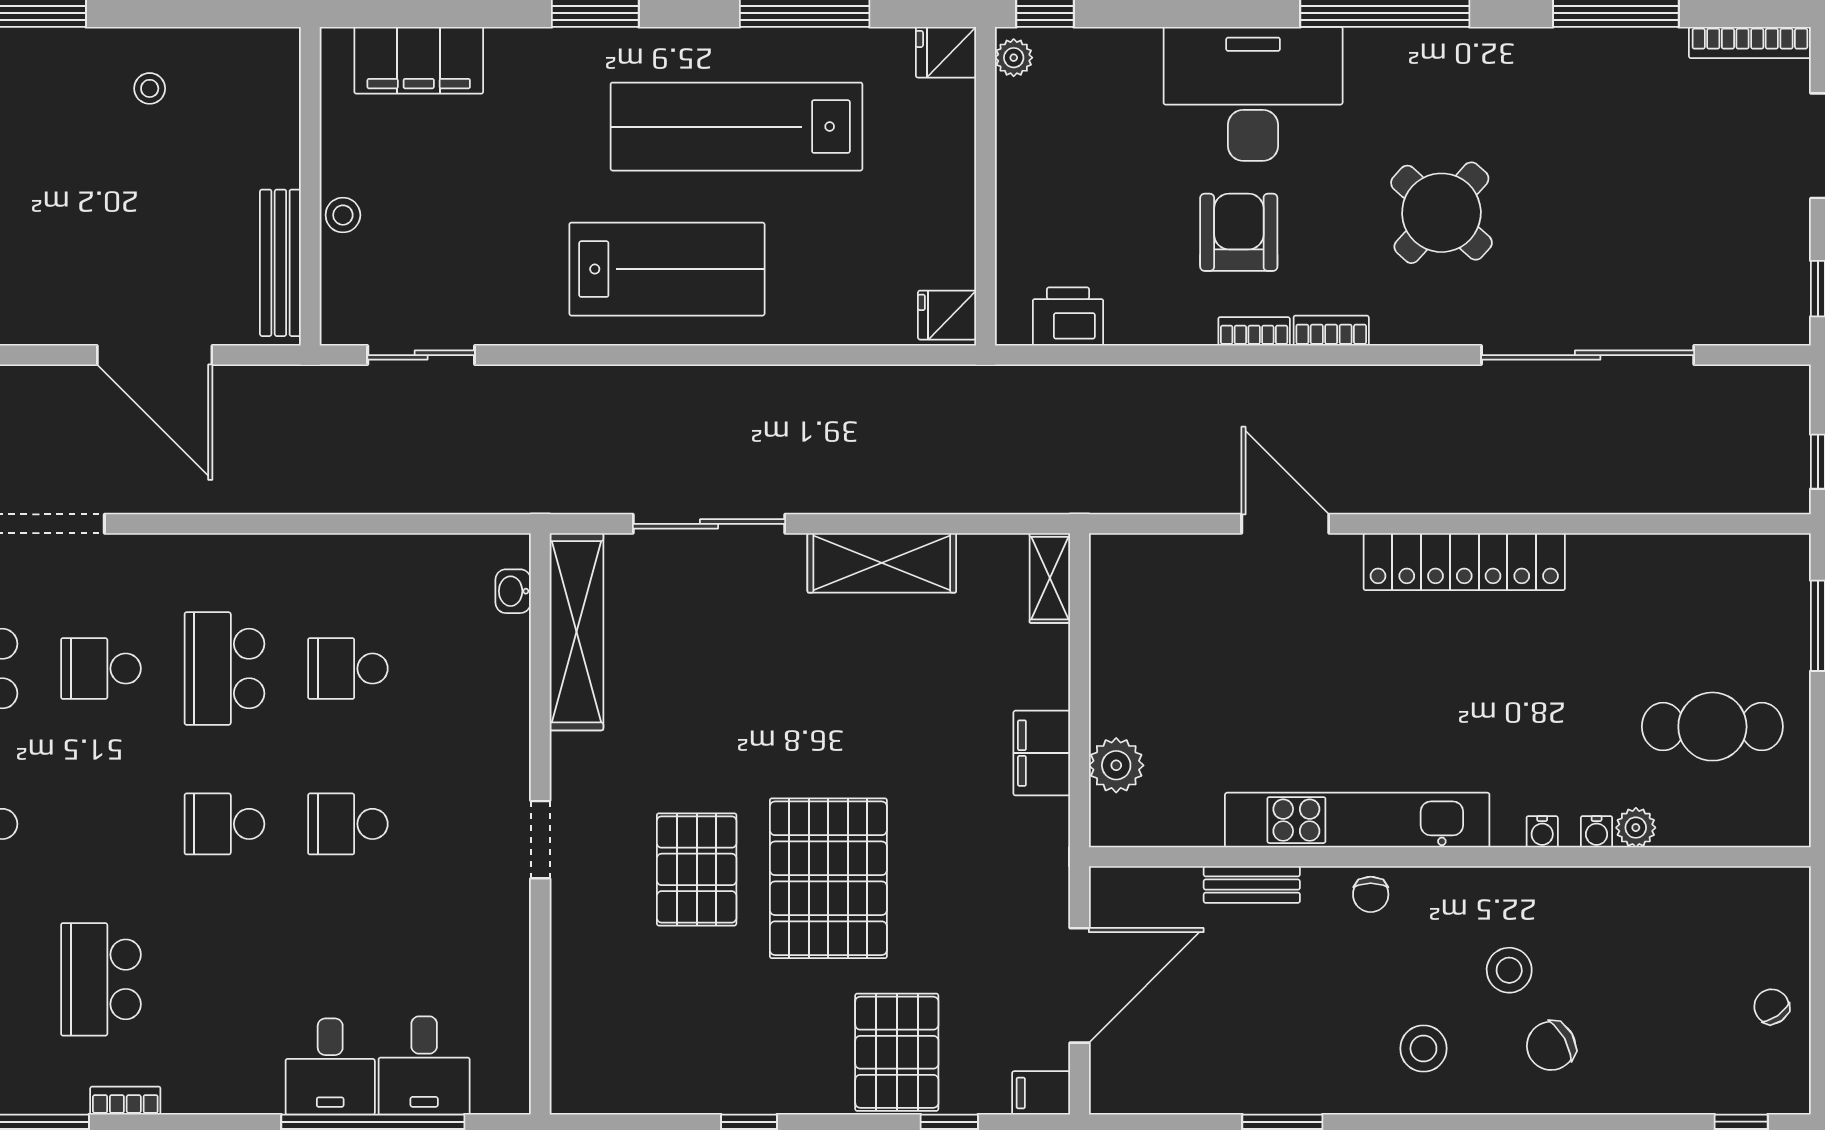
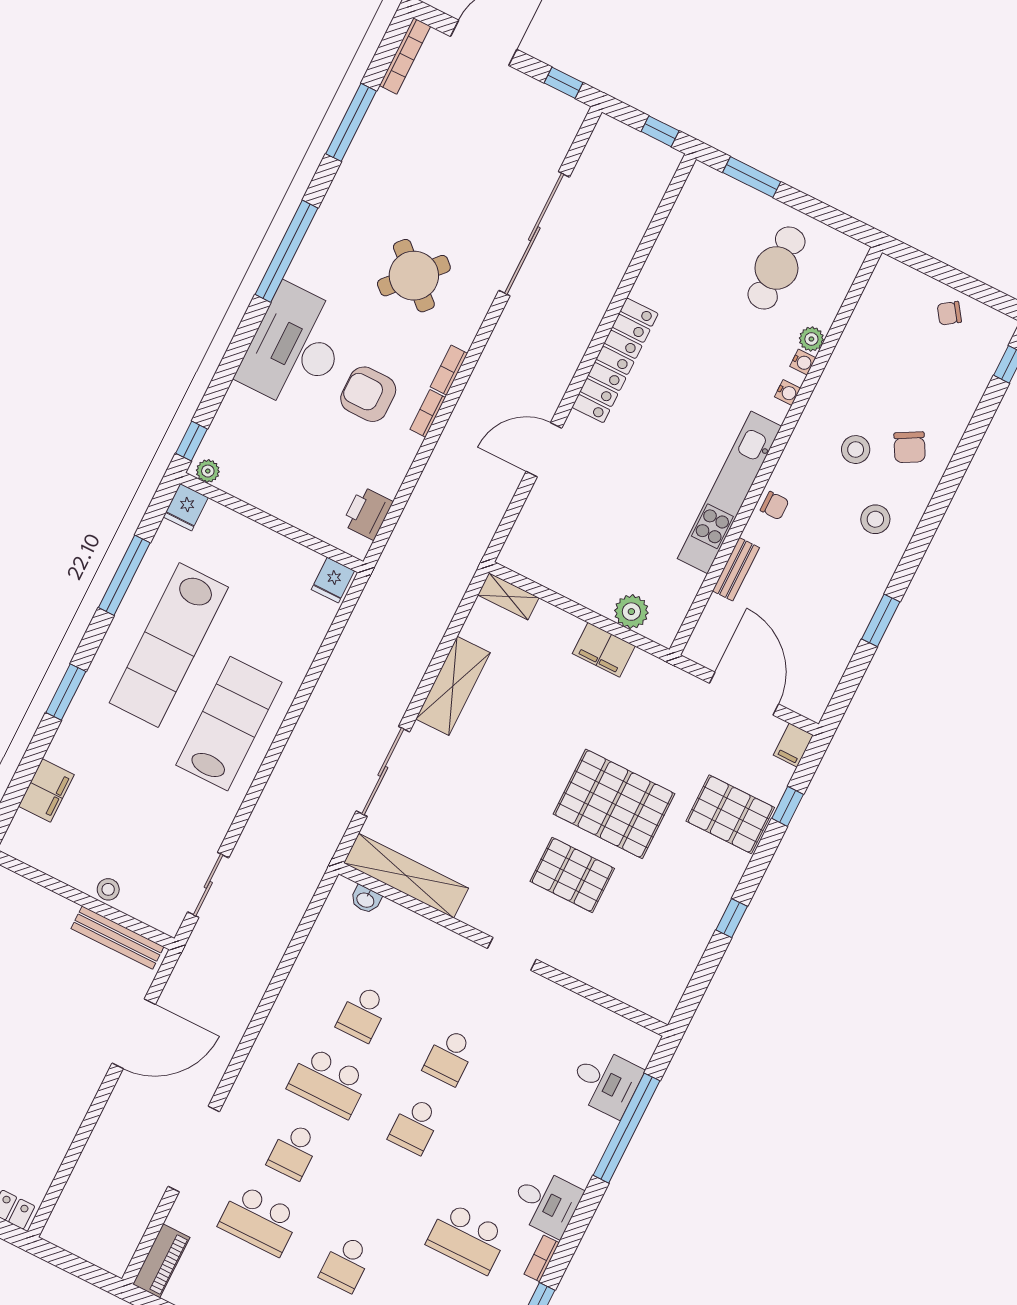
filing cabinet: (419, 60) -> (46, 790), width x0.67, depth x0.86
desk: (330, 1067) -> (546, 1202), moved

